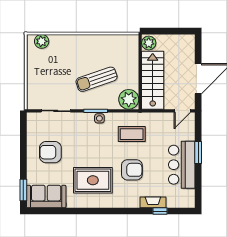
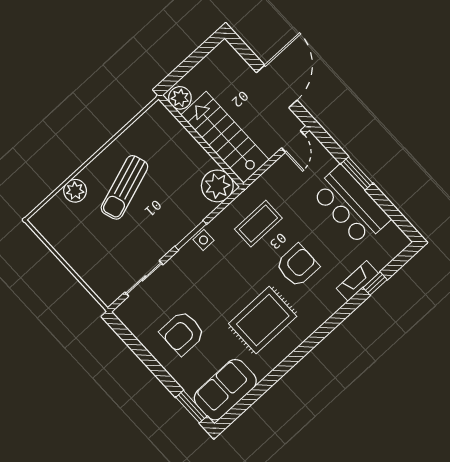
plant: (42, 41) -> (75, 191), moved
sun lounger: (97, 79) -> (124, 187), moved

